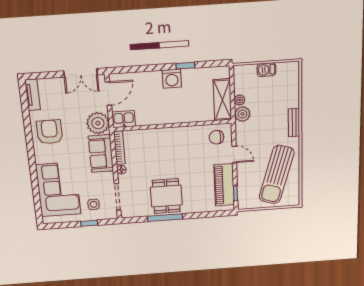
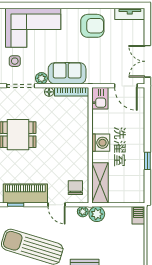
barbecue: (266, 70) -> (138, 215), moved
washing machine: (172, 79) -> (101, 143), moved, turned 180
shelving: (222, 100) -> (100, 183), moved, turned 90
plant: (240, 100) -> (83, 212), moved
plant: (98, 123) -> (41, 78), moved, width x0.53, depth x0.53
door: (234, 154) -> (57, 205), hinge flipped

